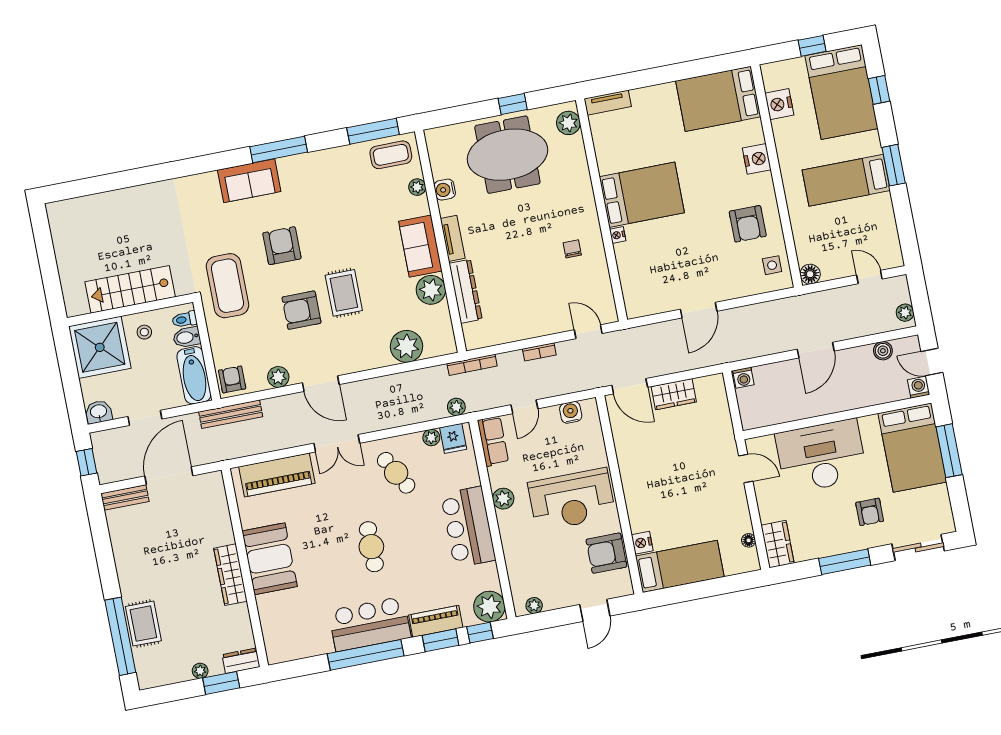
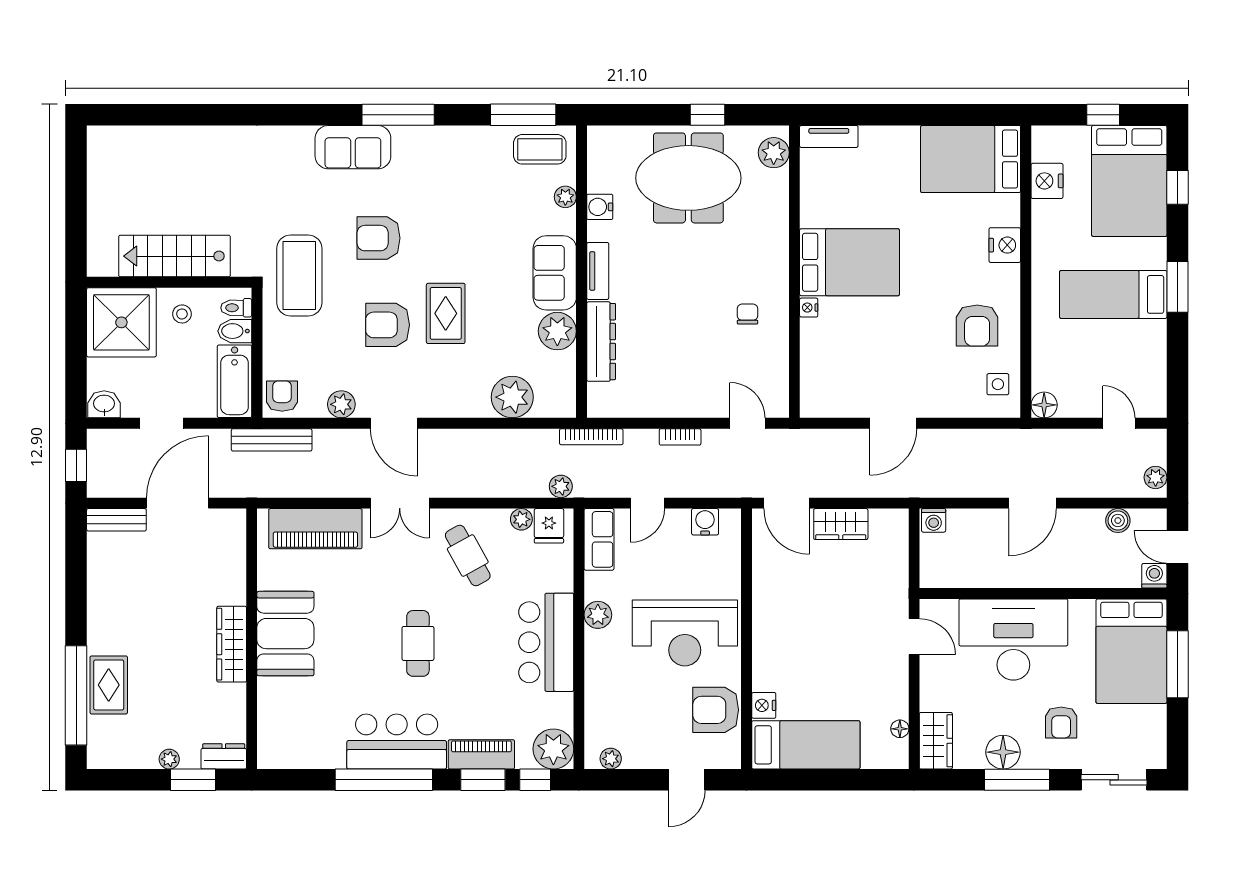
armchair: (282, 246) -> (379, 238), turned -90
floor lamp: (830, 543) -> (1003, 752), added

